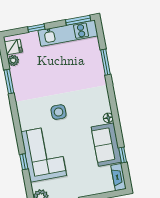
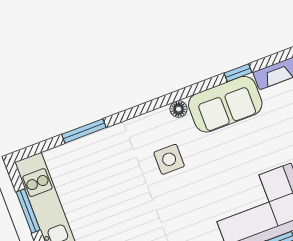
window: (78, 20) -> (28, 211), moved
side table: (59, 112) -> (169, 159), moved

